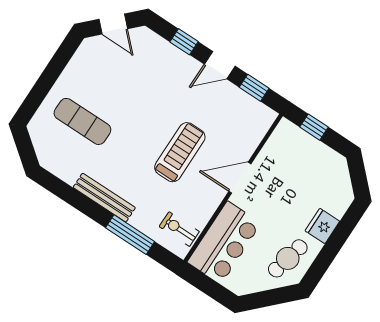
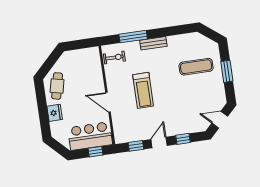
window: (47, 79) -> (227, 71), added
door: (240, 178) -> (108, 102), swing flipped
bench: (104, 198) -> (153, 43), width x0.73
bar counter: (224, 243) -> (90, 136), moved, turned 90

